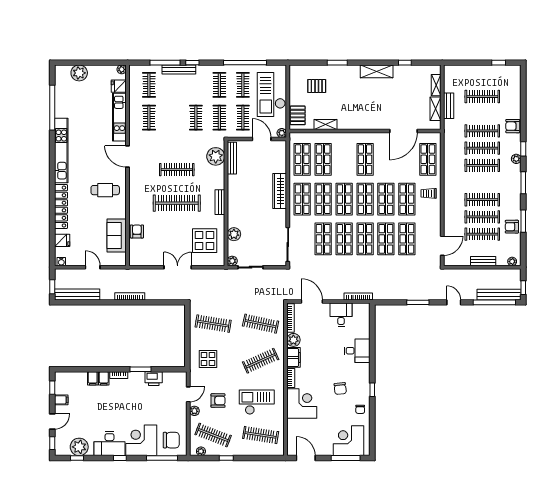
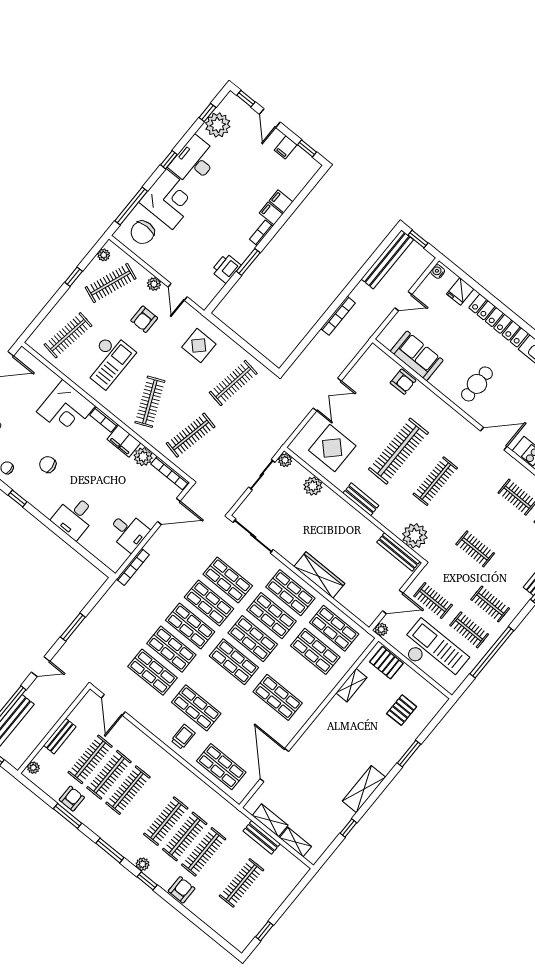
clothes rail: (219, 118) -> (454, 575), removed
shop shelf: (386, 199) -> (215, 685), removed

